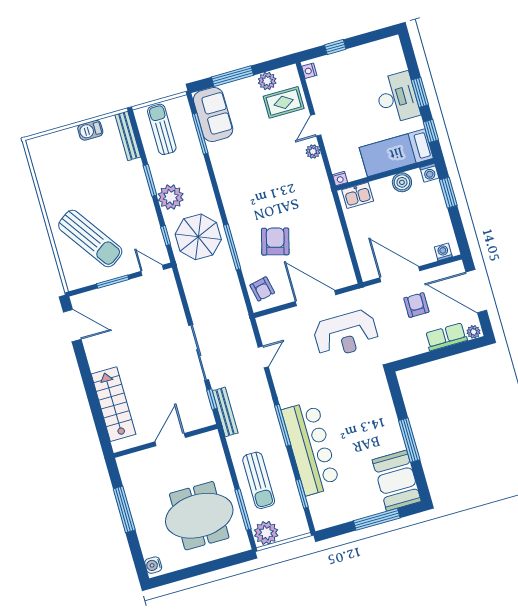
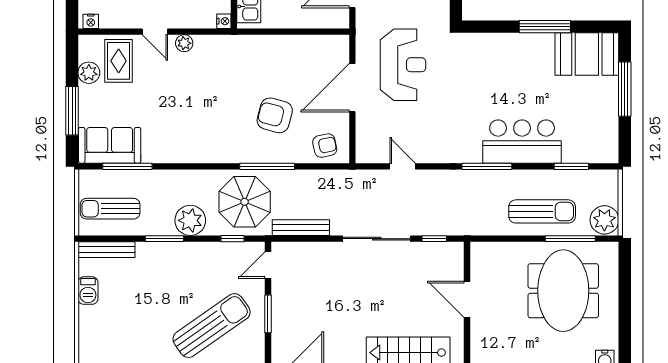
bench: (225, 412) -> (301, 228), moved
bar counter: (311, 448) -> (522, 142), width x0.73

